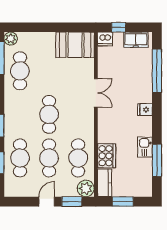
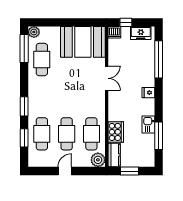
booth: (75, 45) -> (83, 42), width x1.36, depth x1.42
cafe table: (49, 114) -> (67, 97), removed
window: (72, 202) -> (86, 171), removed

